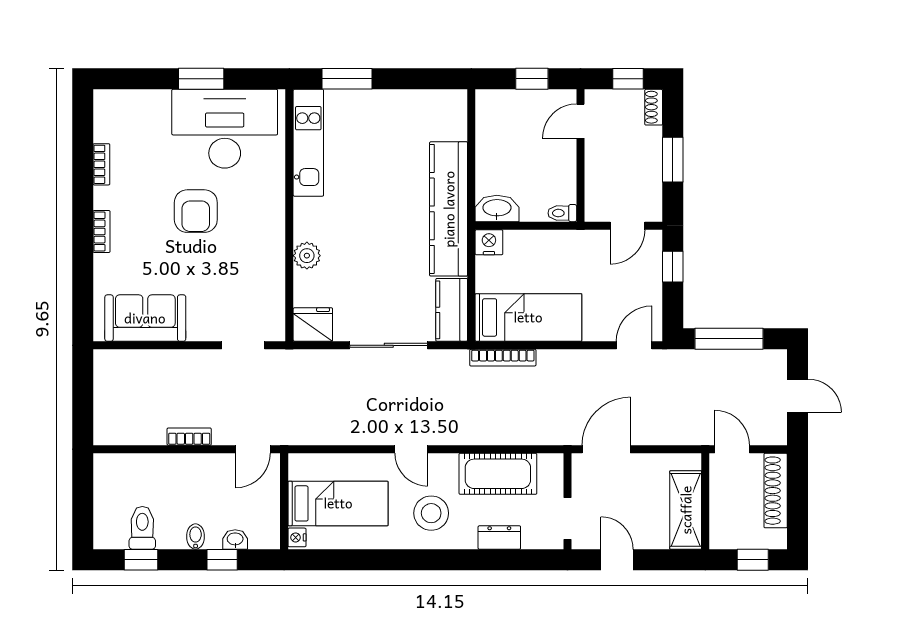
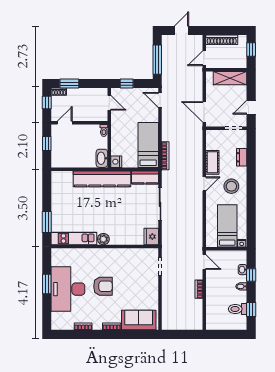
door: (580, 121) -> (65, 123), swing flipped
desk: (225, 129) -> (68, 289), moved
window: (673, 160) -> (69, 84), moved
plant: (307, 256) -> (103, 239), moved
sofa: (145, 318) -> (139, 320), moved, turned 90
door: (411, 449) -> (204, 184), moved
cot: (498, 474) -> (212, 162), width x0.73, depth x0.75

